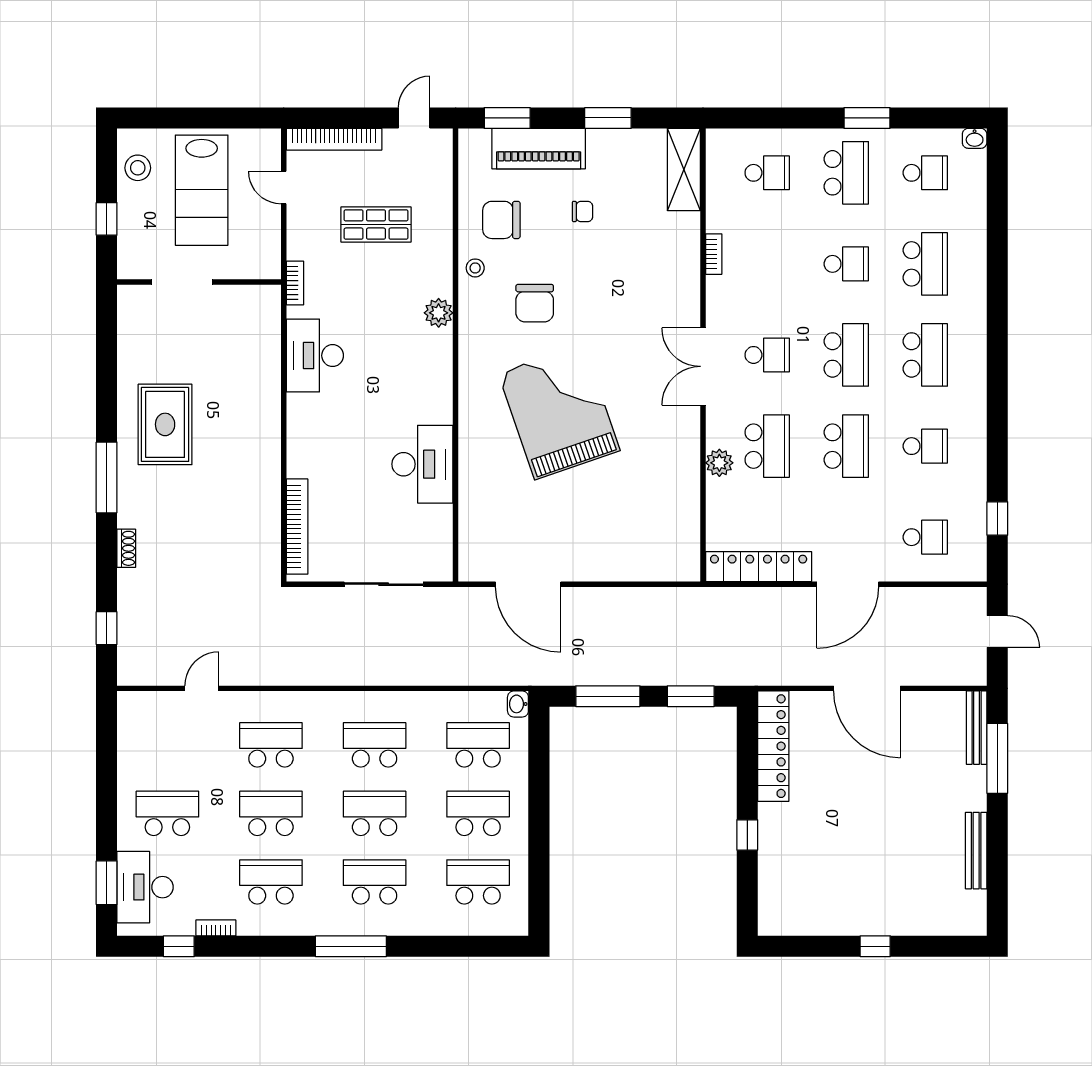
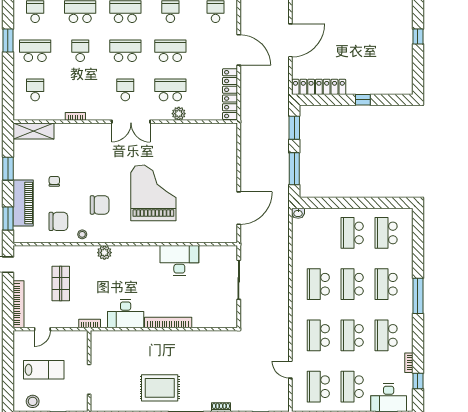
lab bench: (202, 190) -> (44, 370), width x0.73, depth x0.72
chair: (501, 220) -> (58, 221), turned -90
grand piano: (559, 412) -> (153, 193), turned 109
bookcase: (297, 527) -> (168, 323), moved
school desk: (478, 745) -> (318, 387), moved

